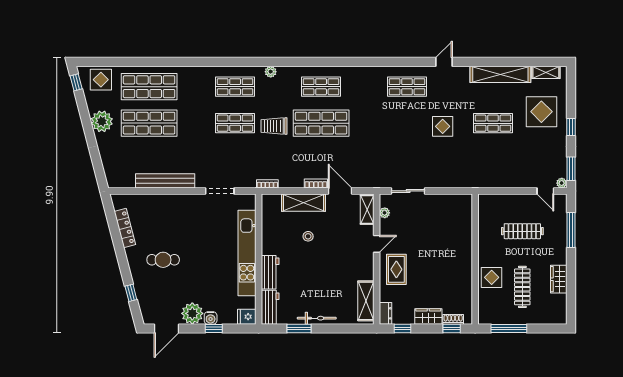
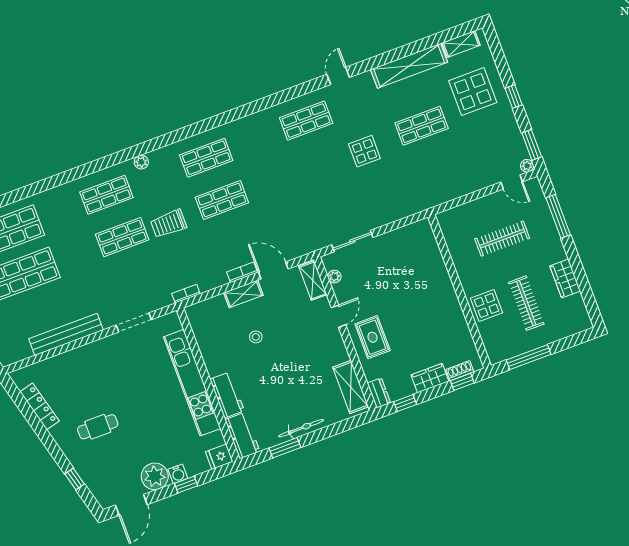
shop shelf: (321, 123) -> (222, 200), width x0.70, depth x0.74
shelving: (303, 203) -> (243, 294), width x0.67, depth x0.75

